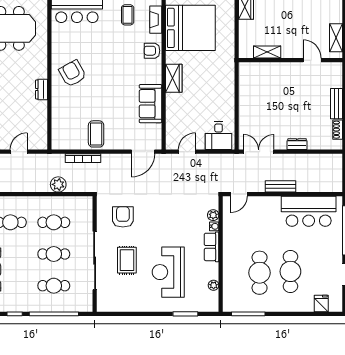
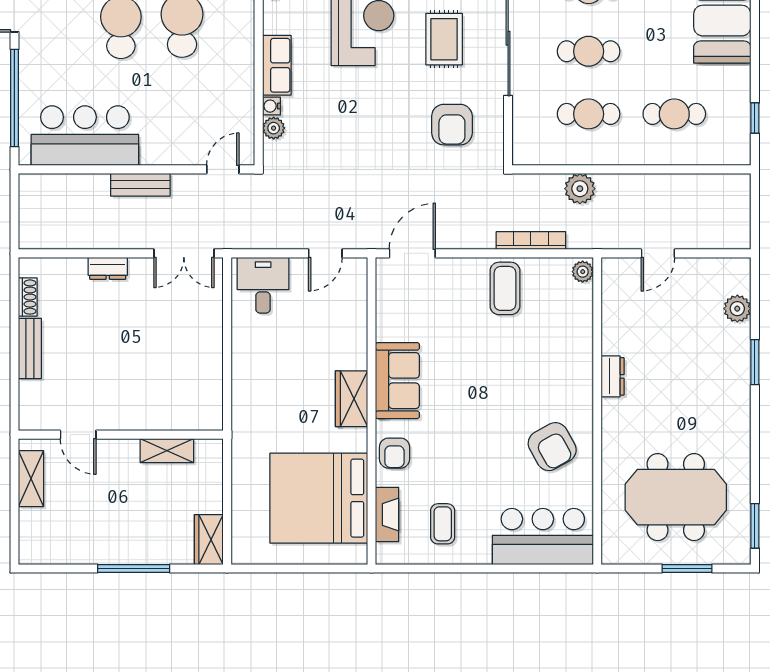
armchair: (152, 51) -> (394, 453), turned 90
armchair: (73, 73) -> (552, 447), moved
sofa: (150, 104) -> (397, 381), moved
plant: (57, 142) -> (583, 272), added

